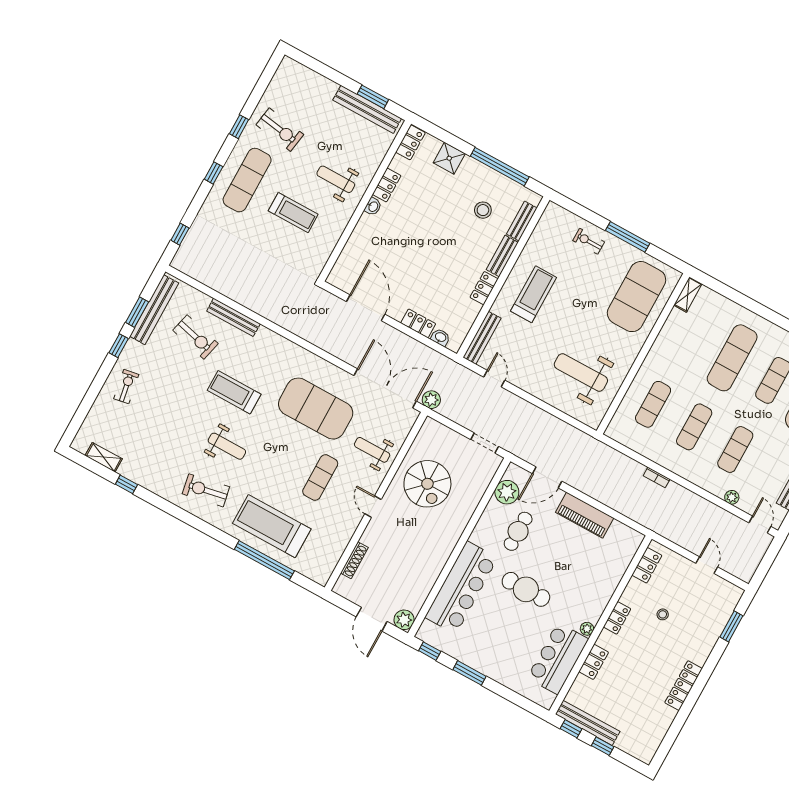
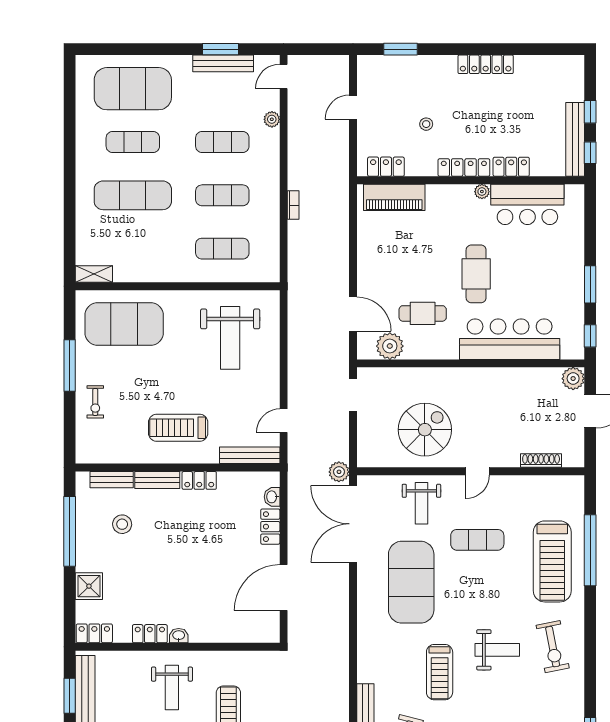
weight bench: (227, 446) -> (497, 650), turned 90
piano: (585, 515) -> (394, 197), moved, turned 90
locker: (617, 618) -> (464, 167), width x1.53

